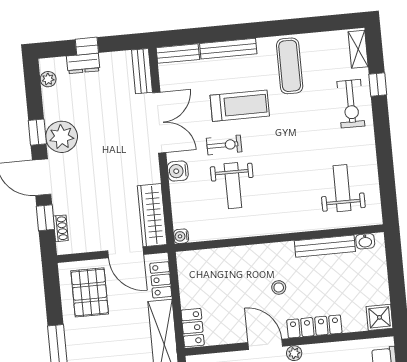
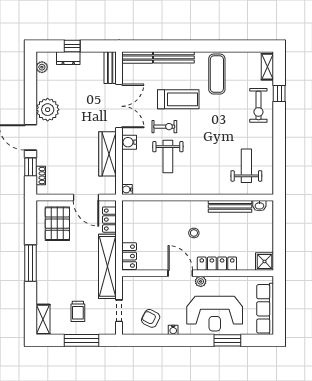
window: (37, 132) -> (31, 105), removed
wardrobe: (152, 215) -> (108, 154), moved

